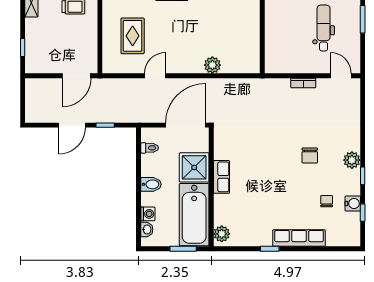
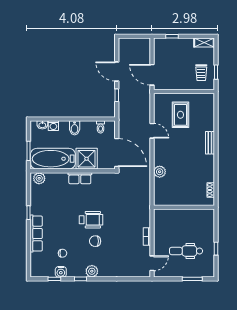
dental chair: (324, 28) -> (186, 251), turned 180
rug: (133, 36) -> (180, 115), turned 90
wheelchair: (280, 161) -> (91, 220), added

